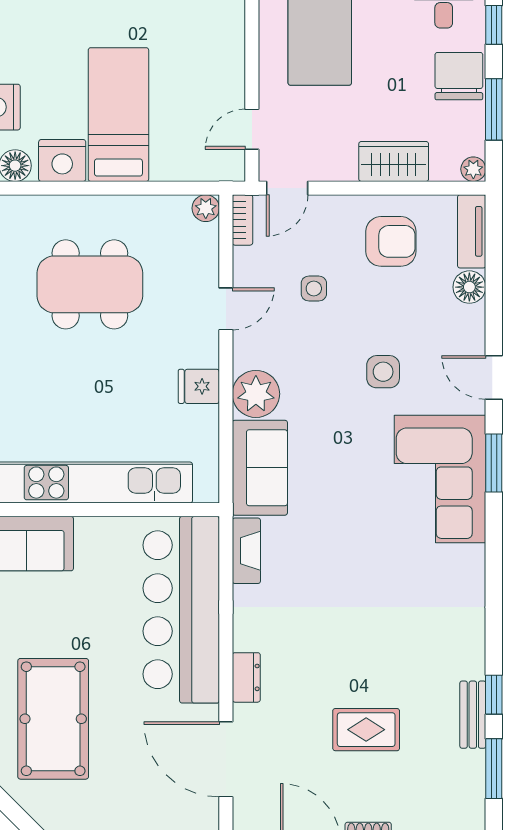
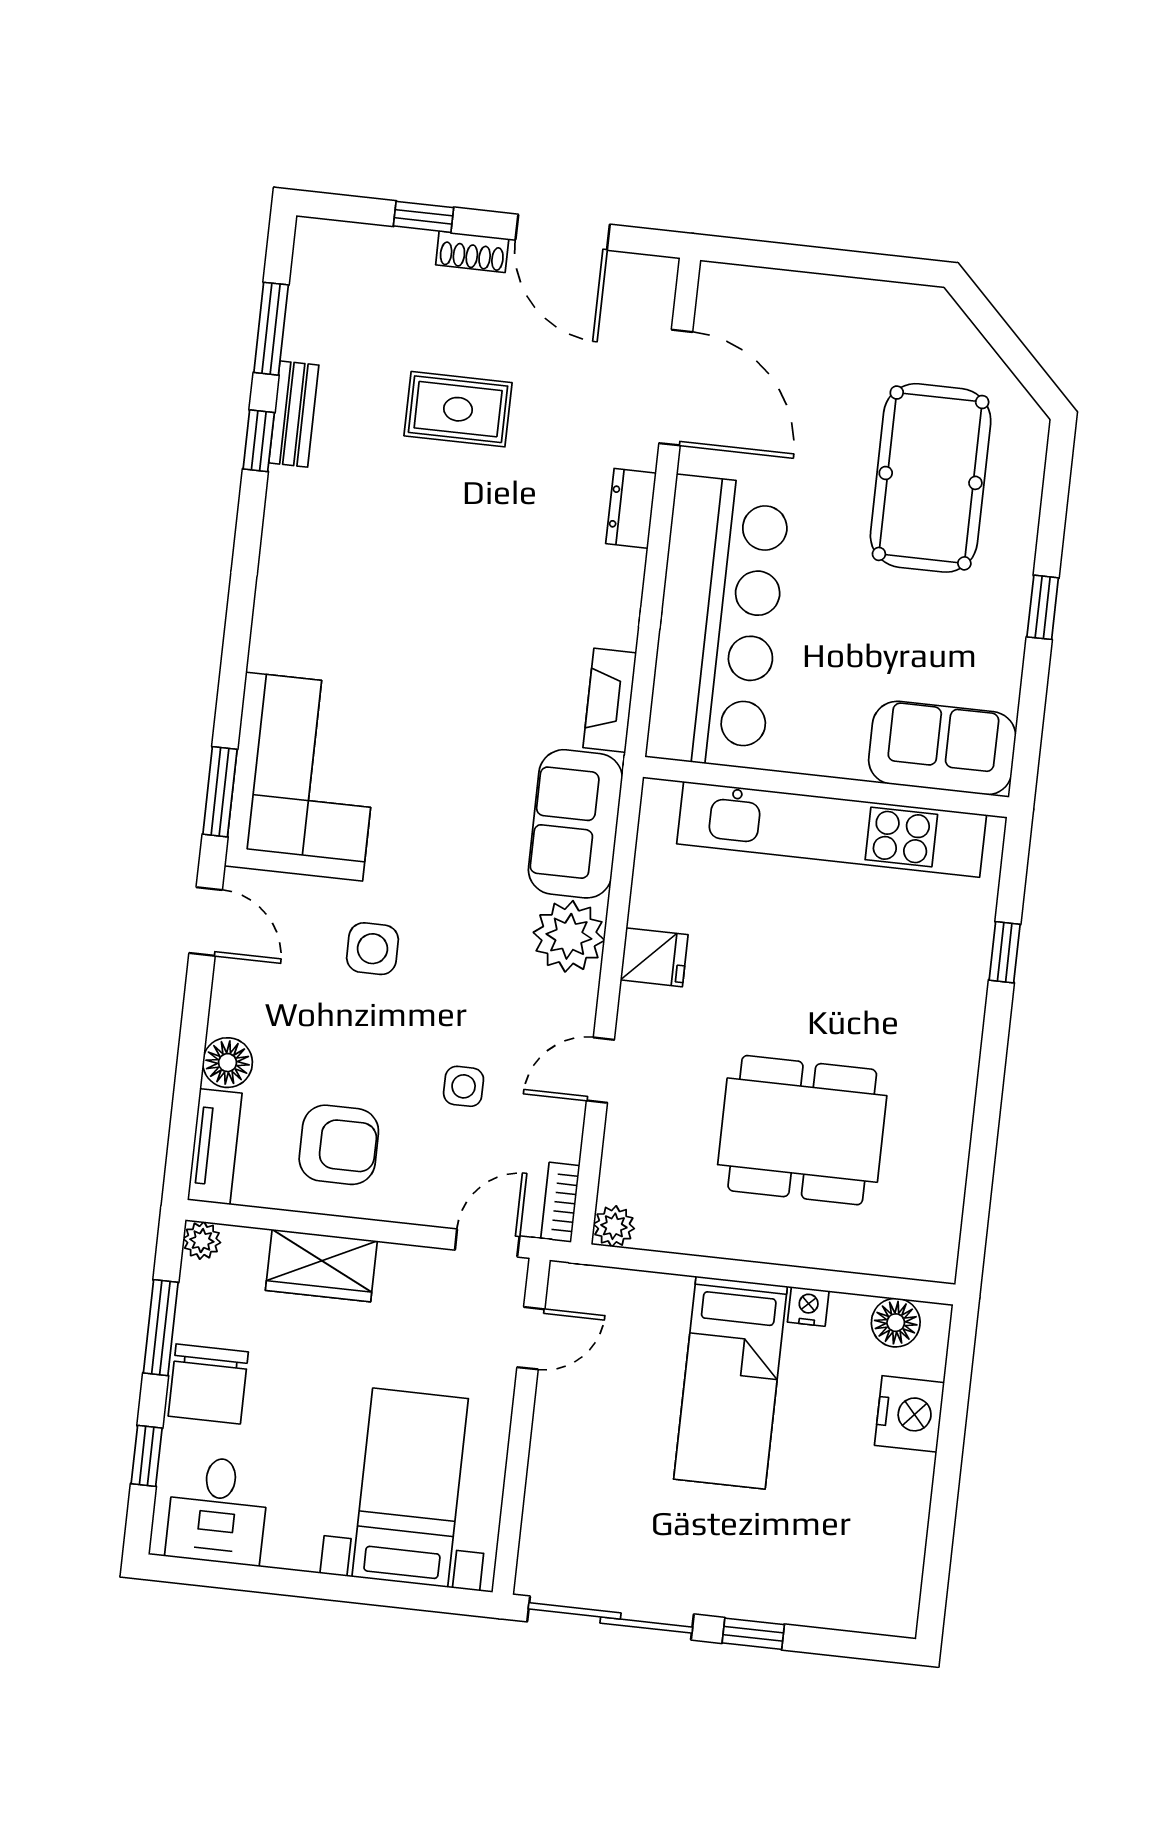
nightstand: (62, 161) -> (808, 1306), width x0.53, depth x0.56
armchair: (391, 241) -> (339, 1145), turned 180

